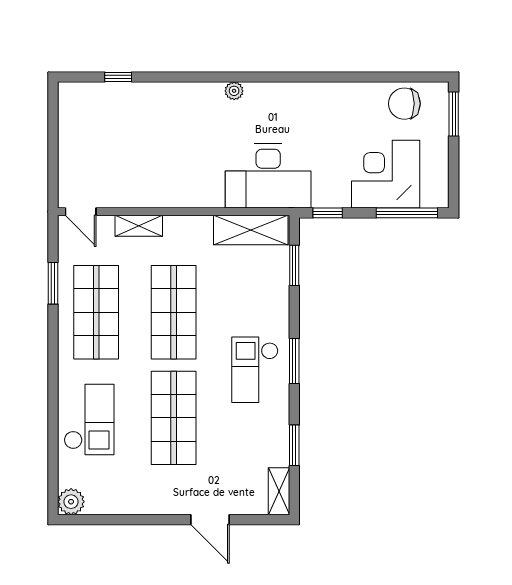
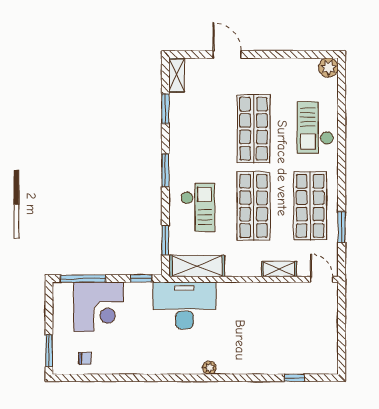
chair: (404, 104) -> (85, 358), width x0.54, depth x0.54
checkout: (255, 370) -> (198, 207), moved

